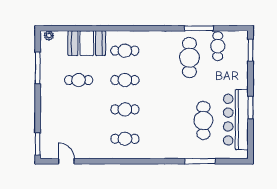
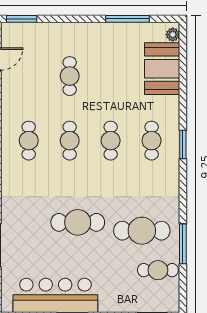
window: (128, 28) -> (183, 144), added
booth: (87, 43) -> (162, 69), moved
cafe table: (79, 80) -> (70, 76), moved
cafe table: (203, 121) -> (78, 222), moved

